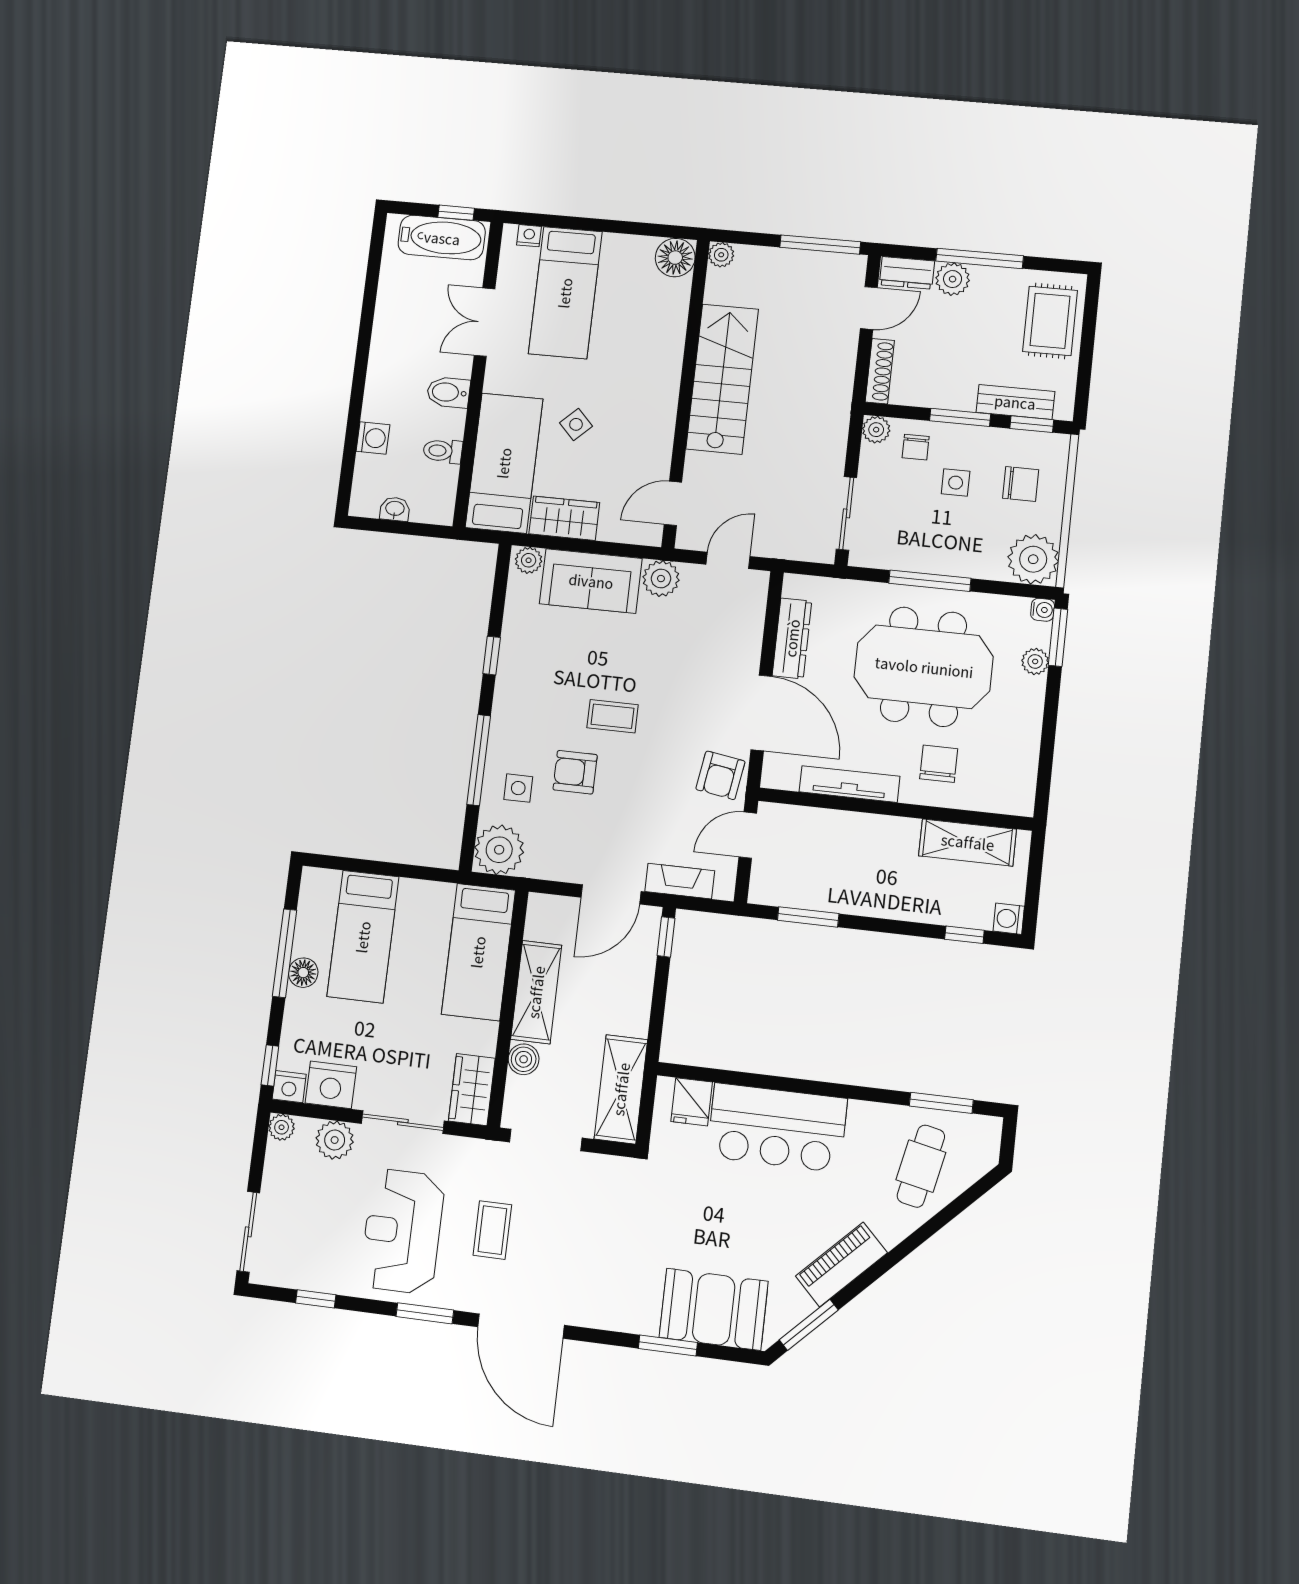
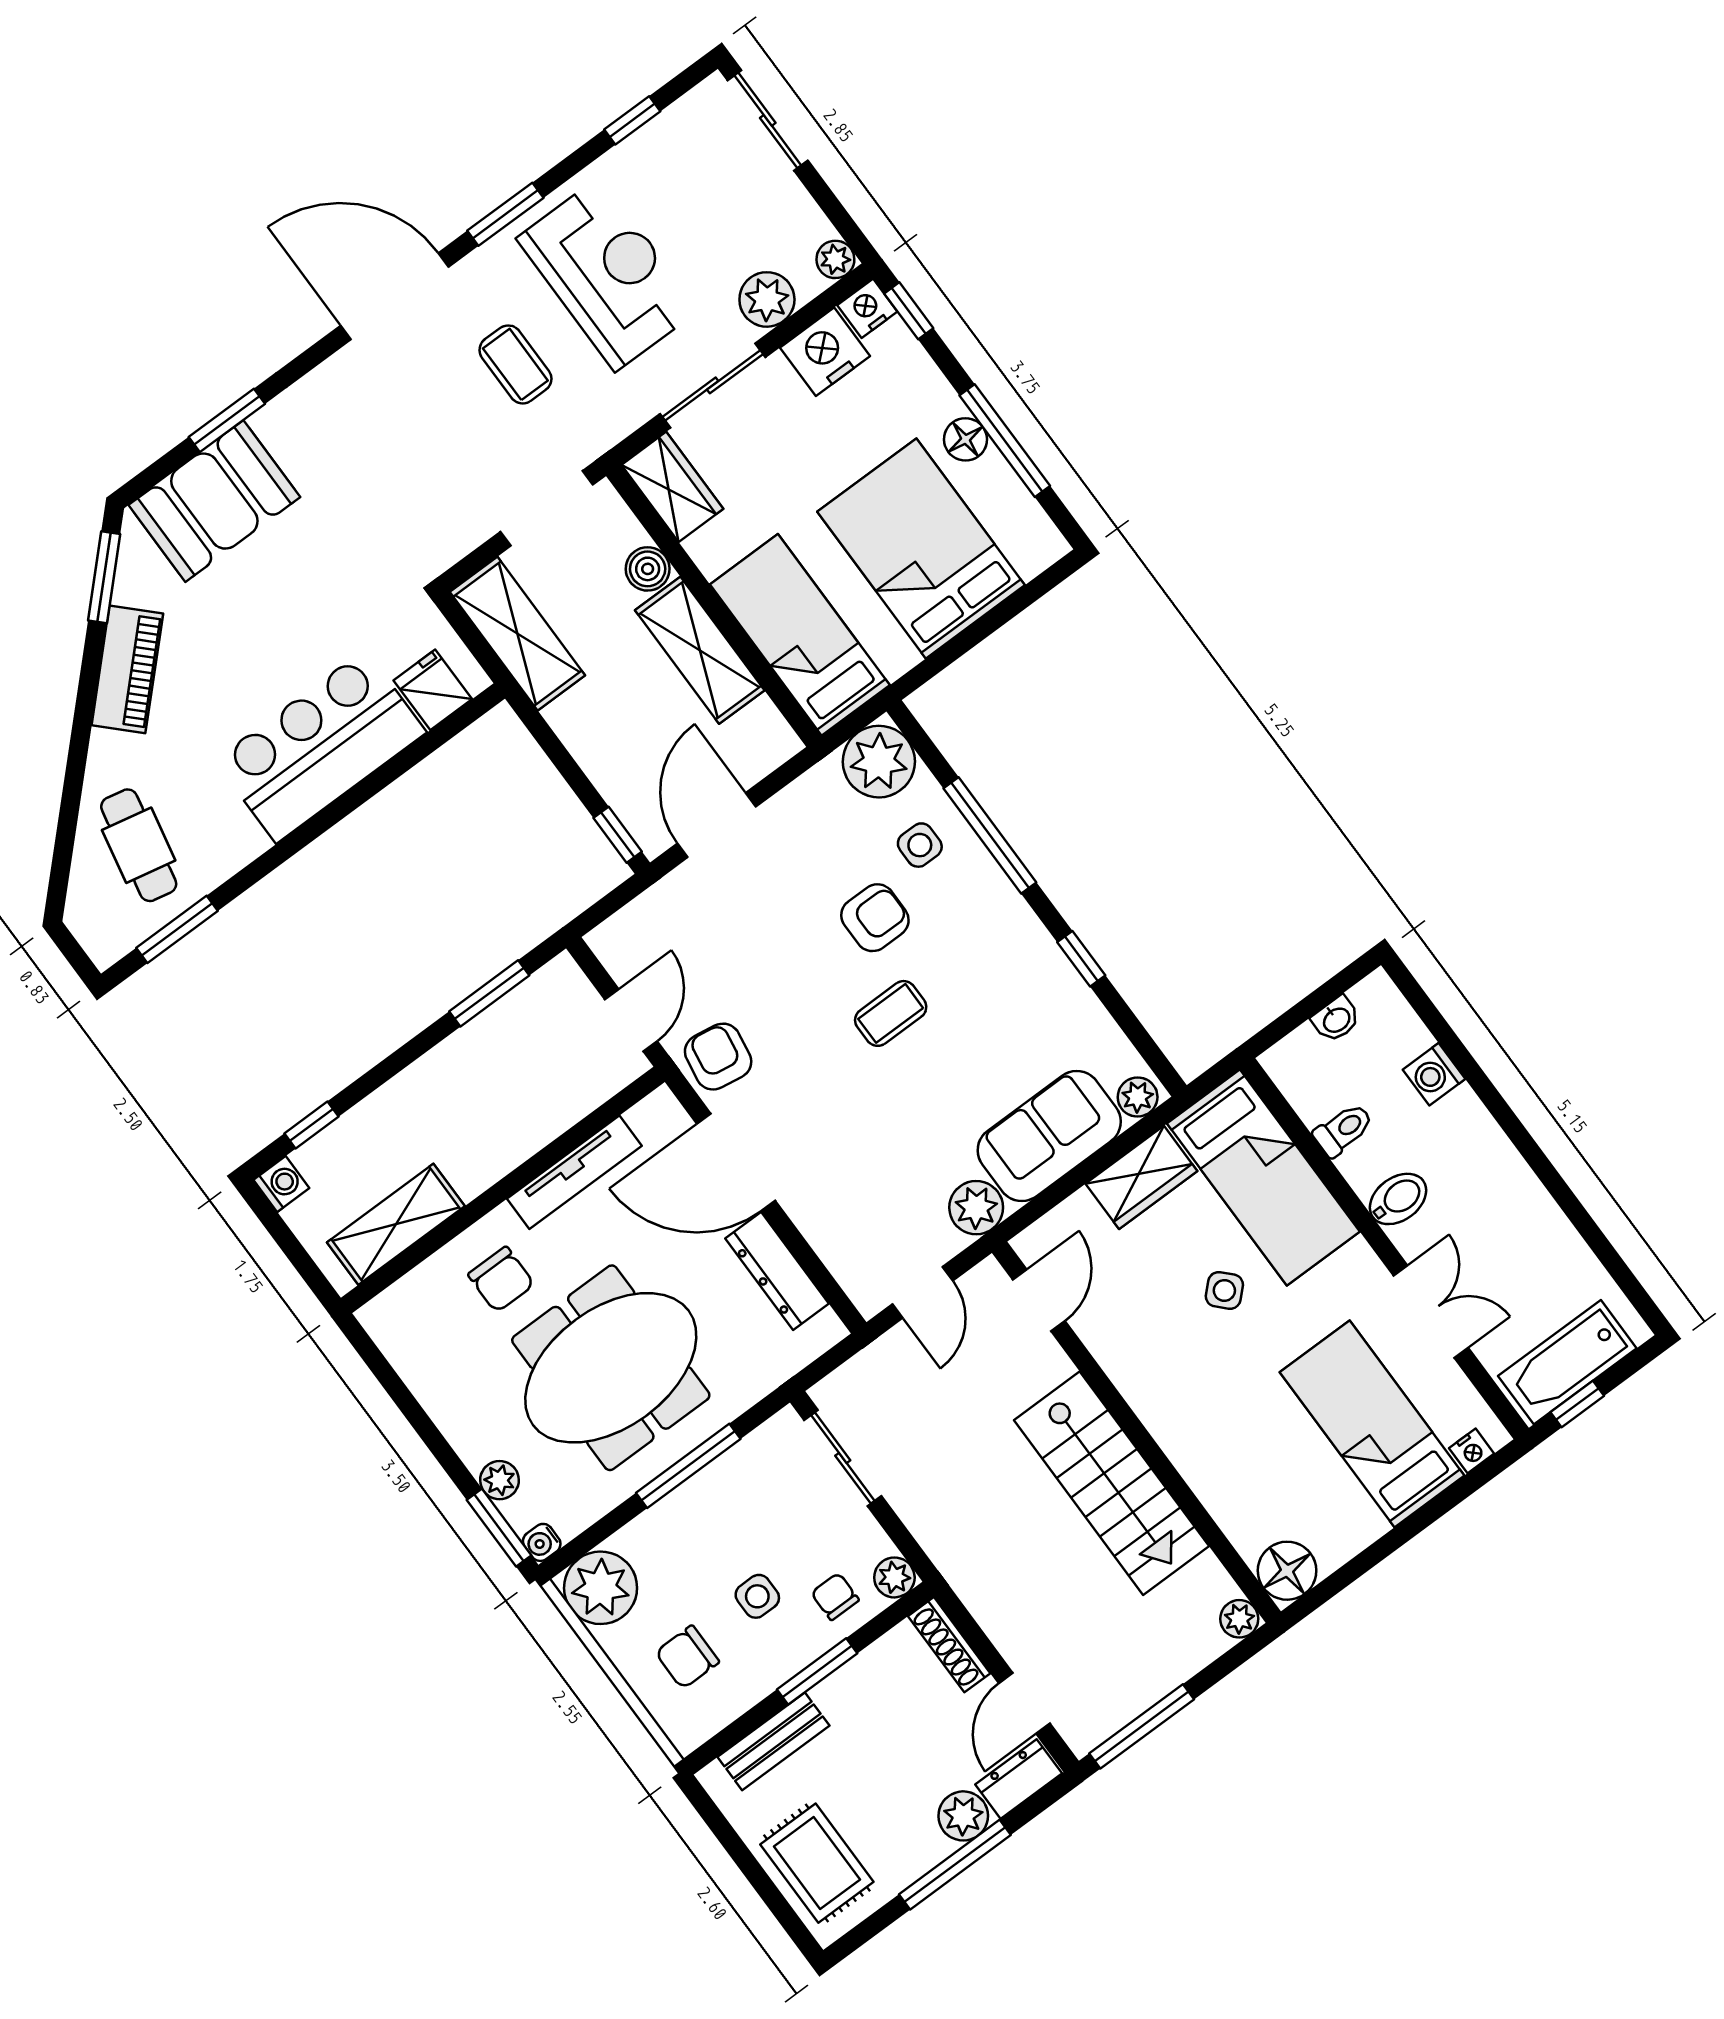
window: (1032, 424) -> (734, 1733), removed
fireplace: (680, 881) -> (658, 906), removed
bed: (363, 937) -> (921, 548), width x1.50

